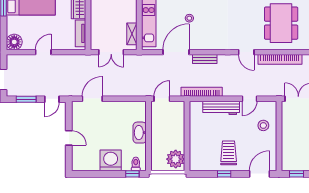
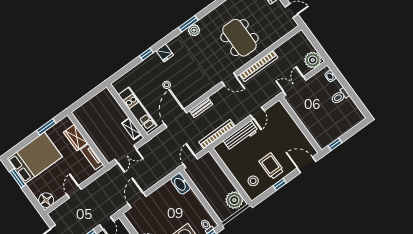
stool: (263, 125) -> (253, 181), moved
washbasin: (140, 133) -> (181, 184), moved
door: (259, 174) -> (307, 165), hinge flipped

